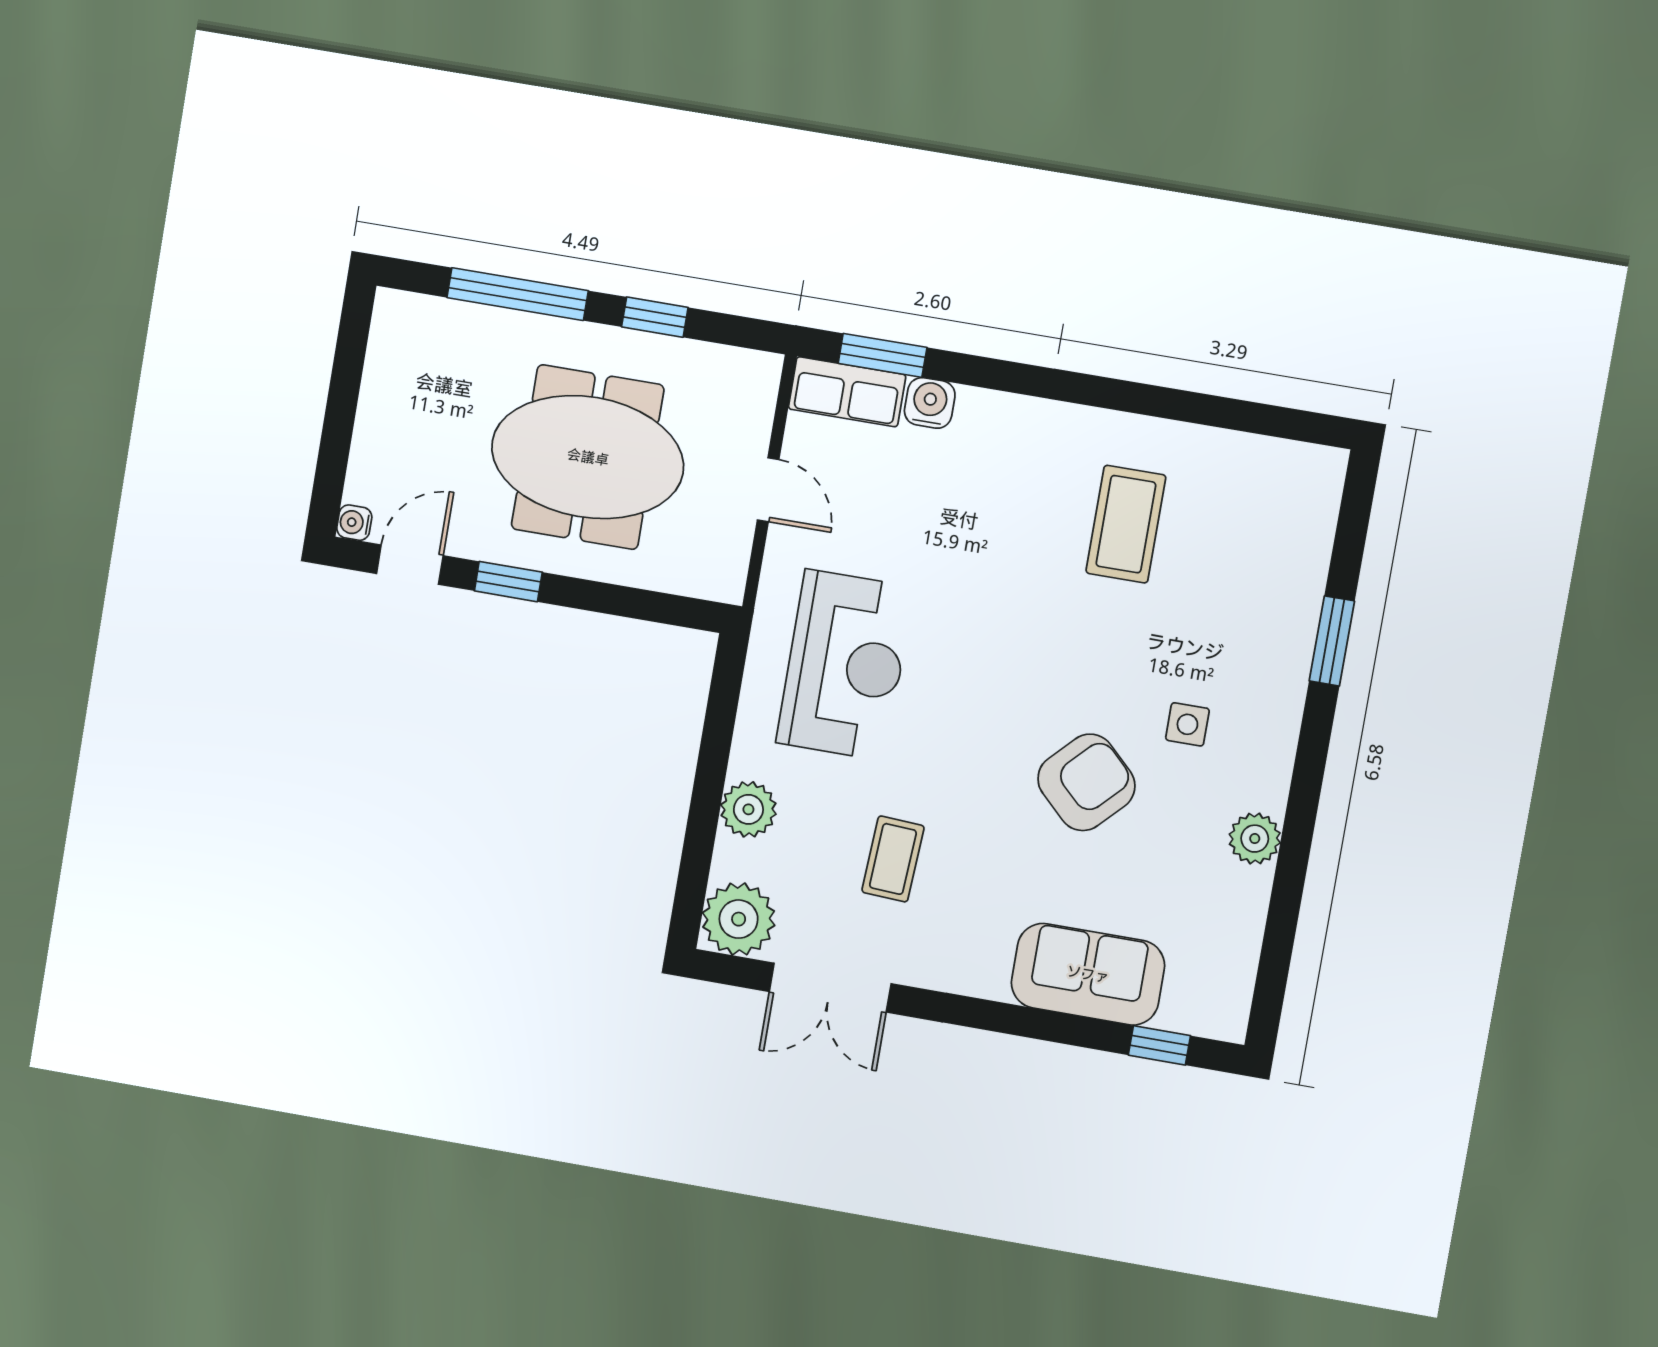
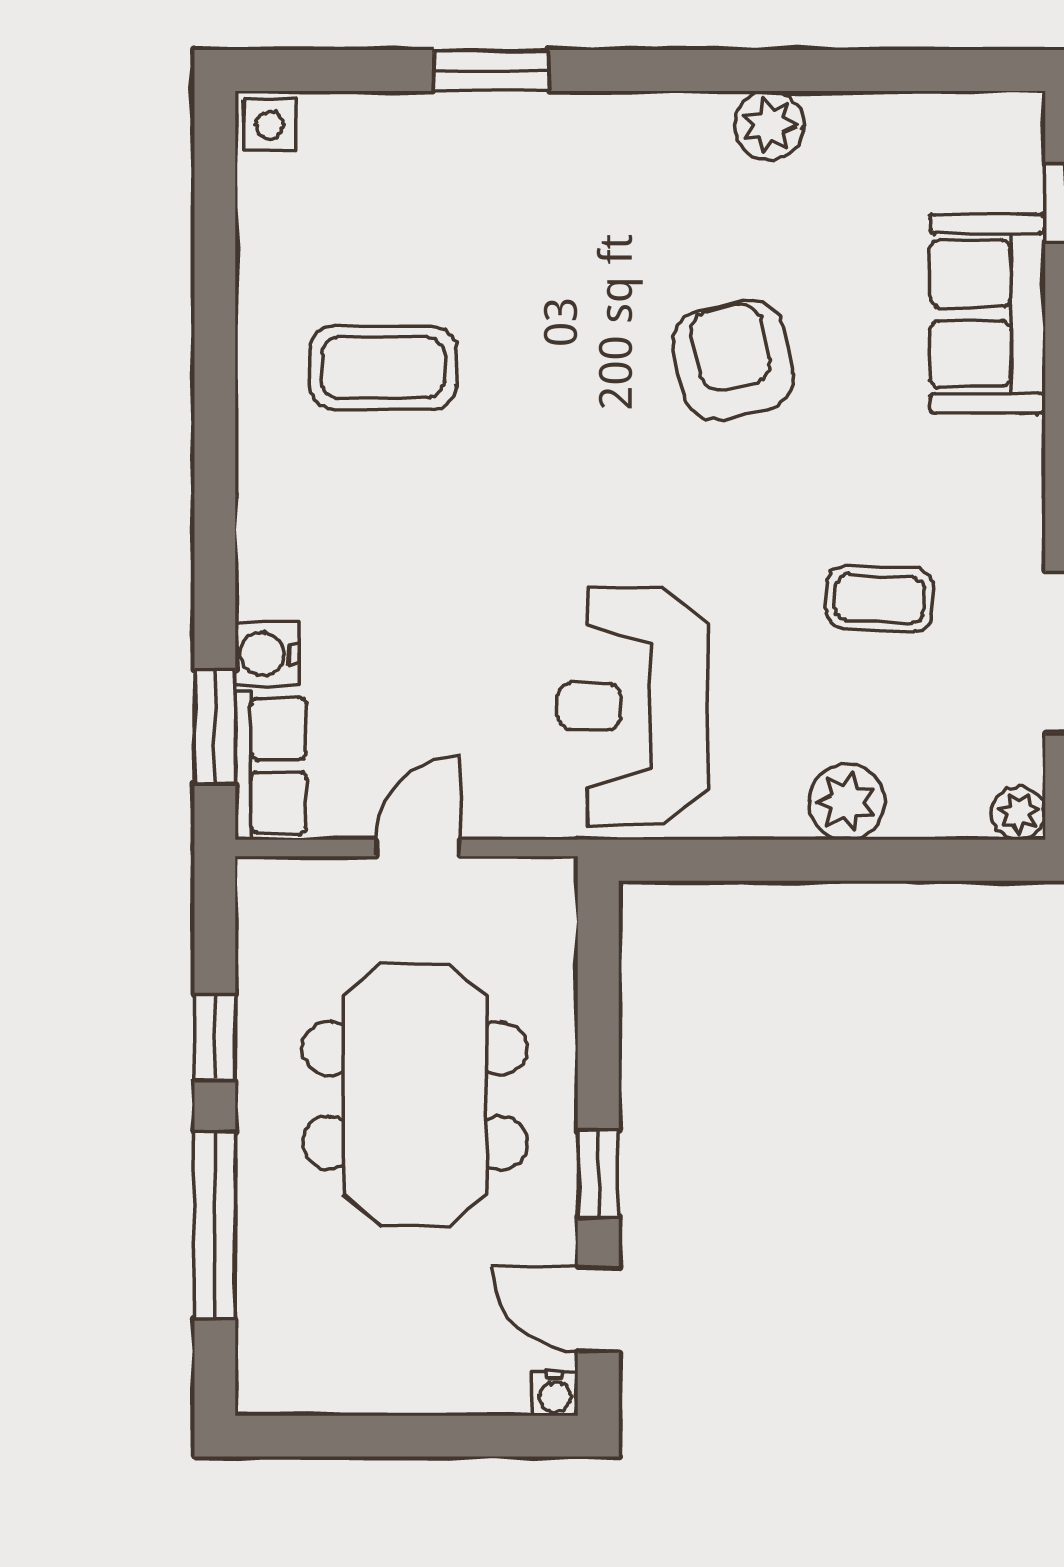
reception desk: (845, 665) -> (633, 706), turned -90
side table: (1187, 724) -> (270, 125), moved
armchair: (1086, 782) -> (733, 360), turned 33
plant: (739, 919) -> (1019, 813), width x0.53, depth x0.53

